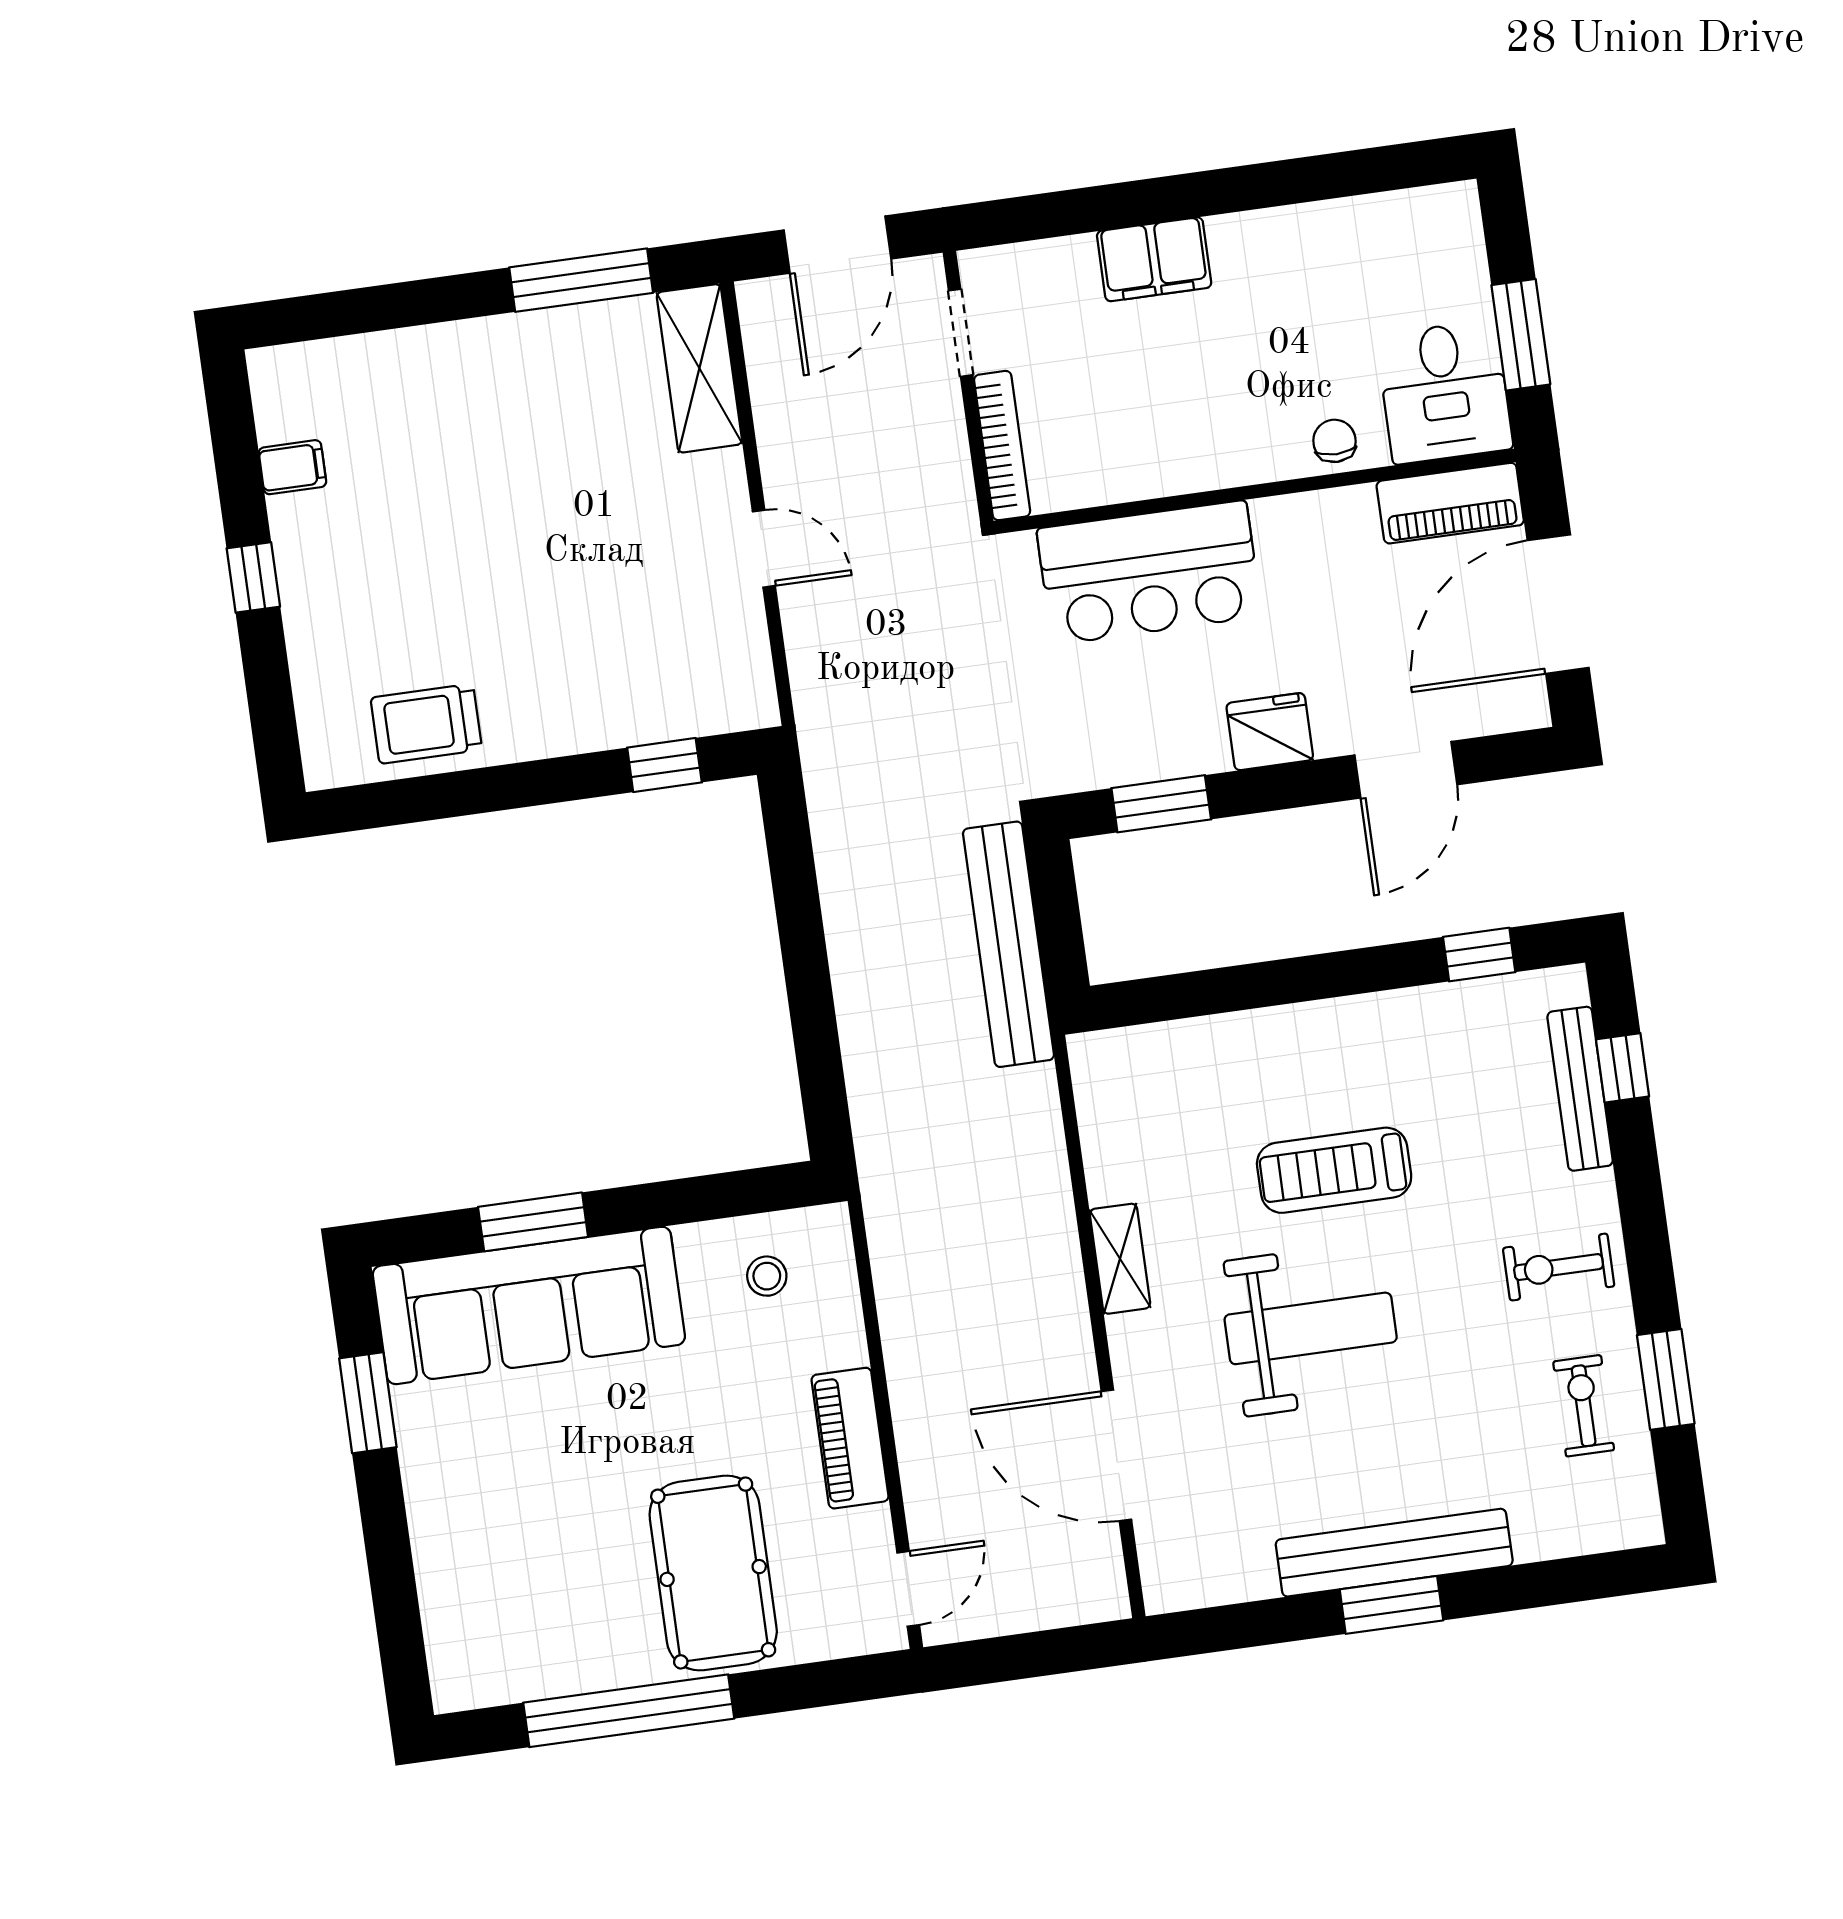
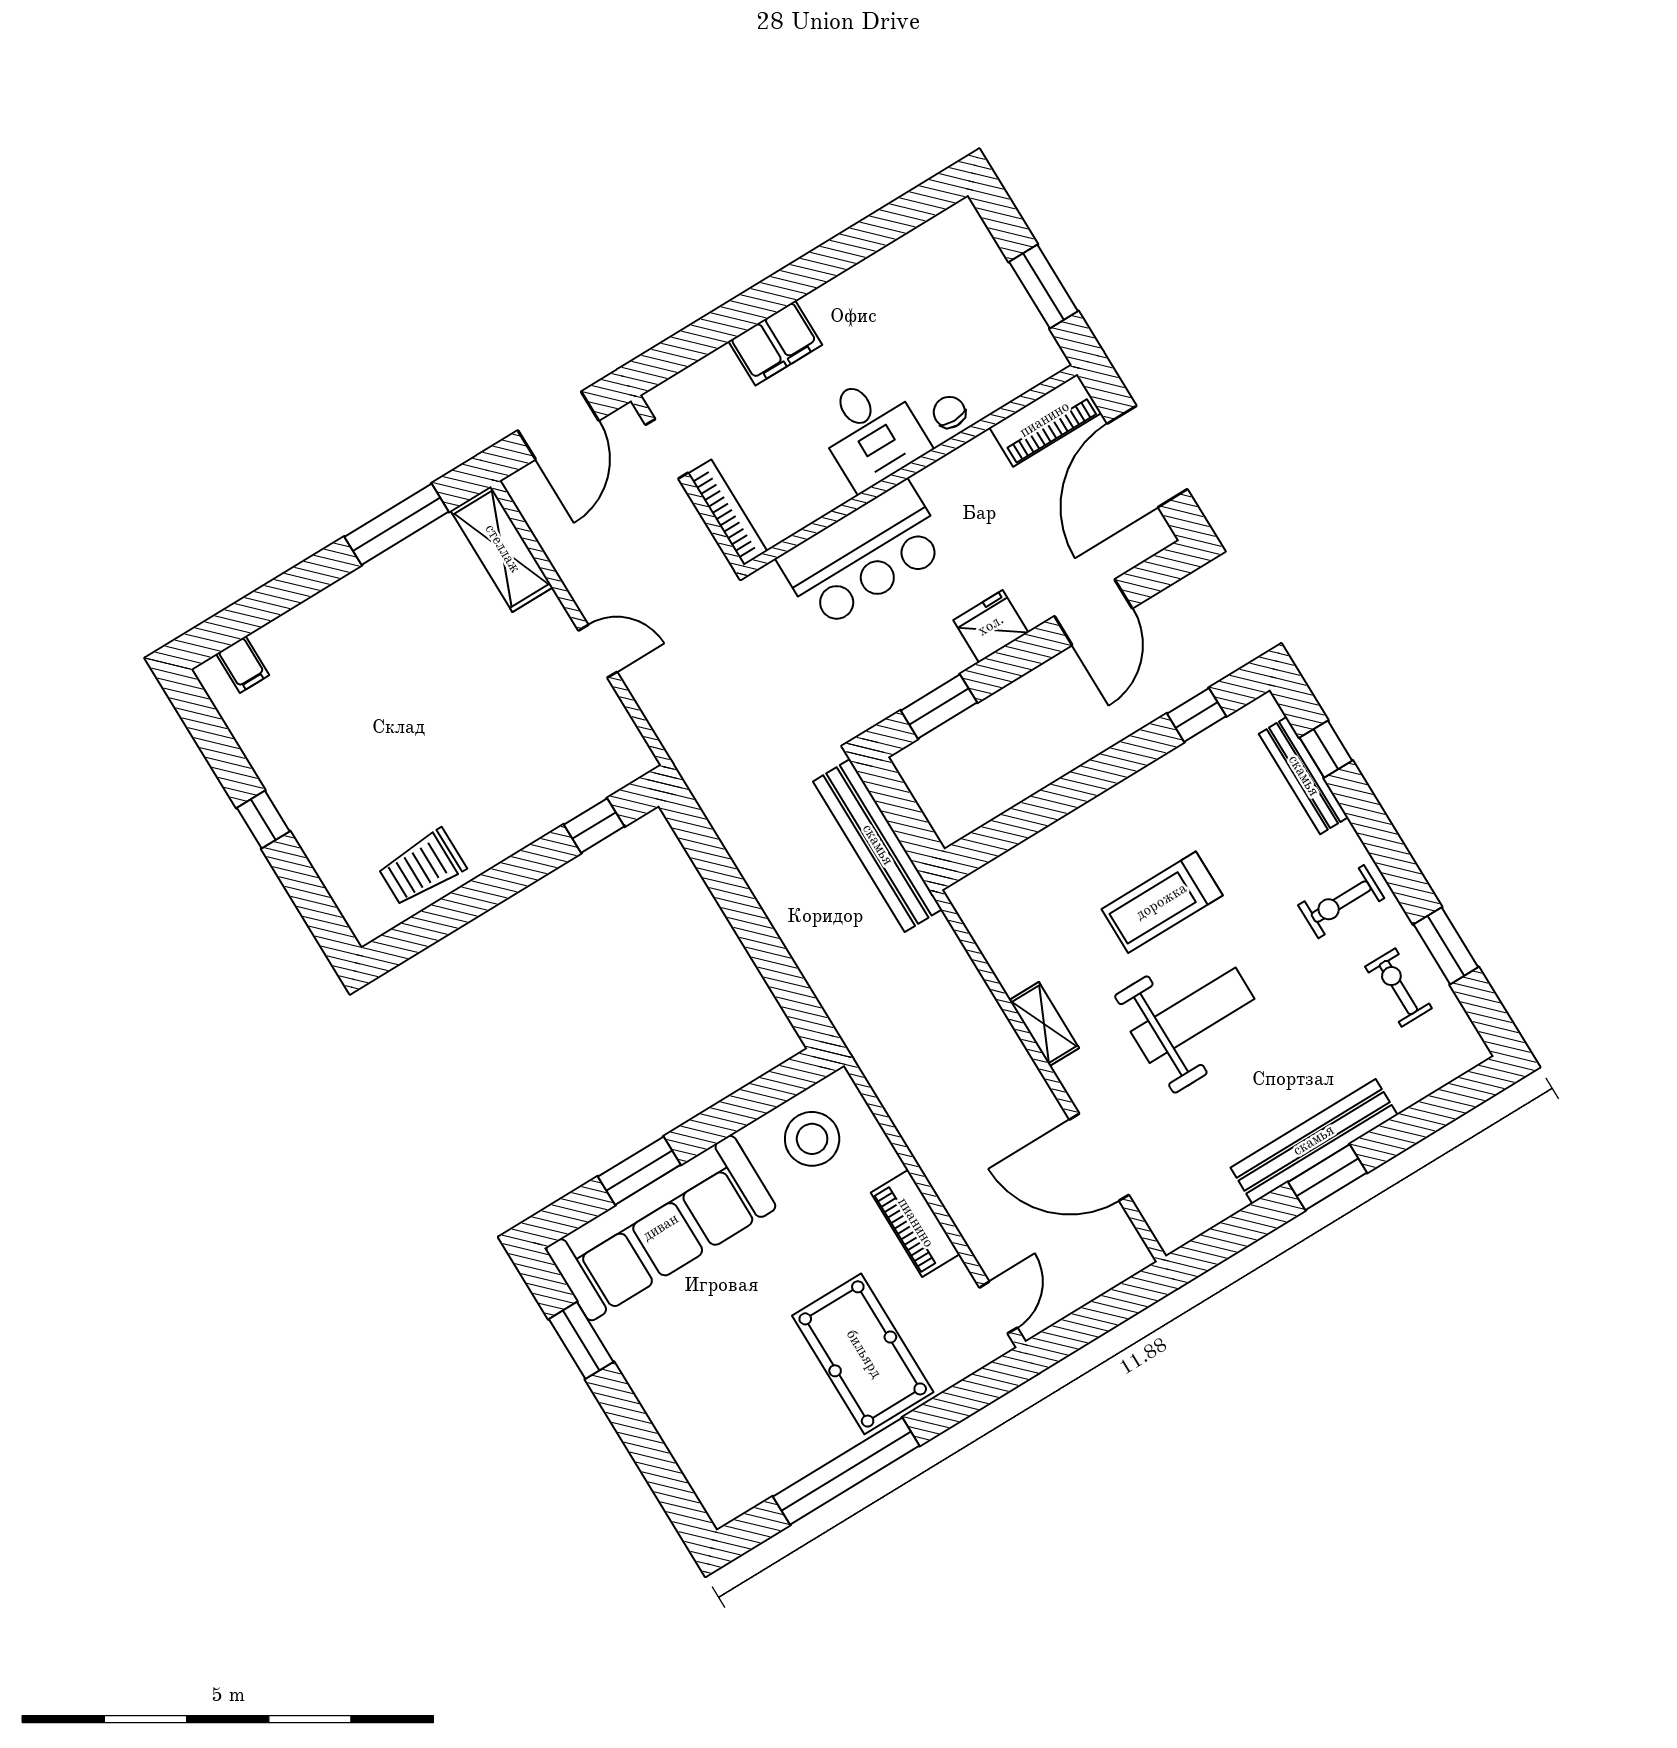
desk: (1445, 392) -> (871, 431), moved
filing cabinet: (292, 467) -> (243, 664), moved, turned 90
stool: (767, 1276) -> (812, 1139), width x1.89, depth x1.89

